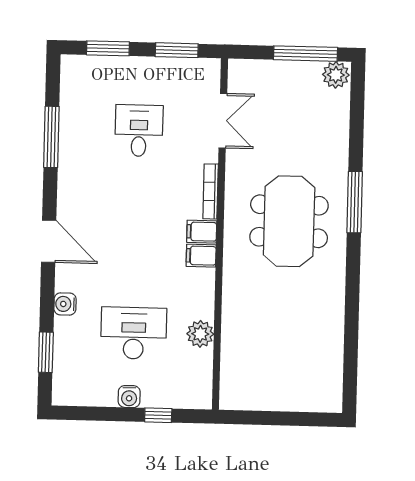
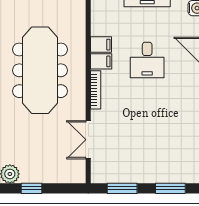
window: (305, 54) -> (32, 188), width x0.46
desk: (139, 131) -> (147, 60), moved
meeting table: (289, 221) -> (40, 70), width x1.36

